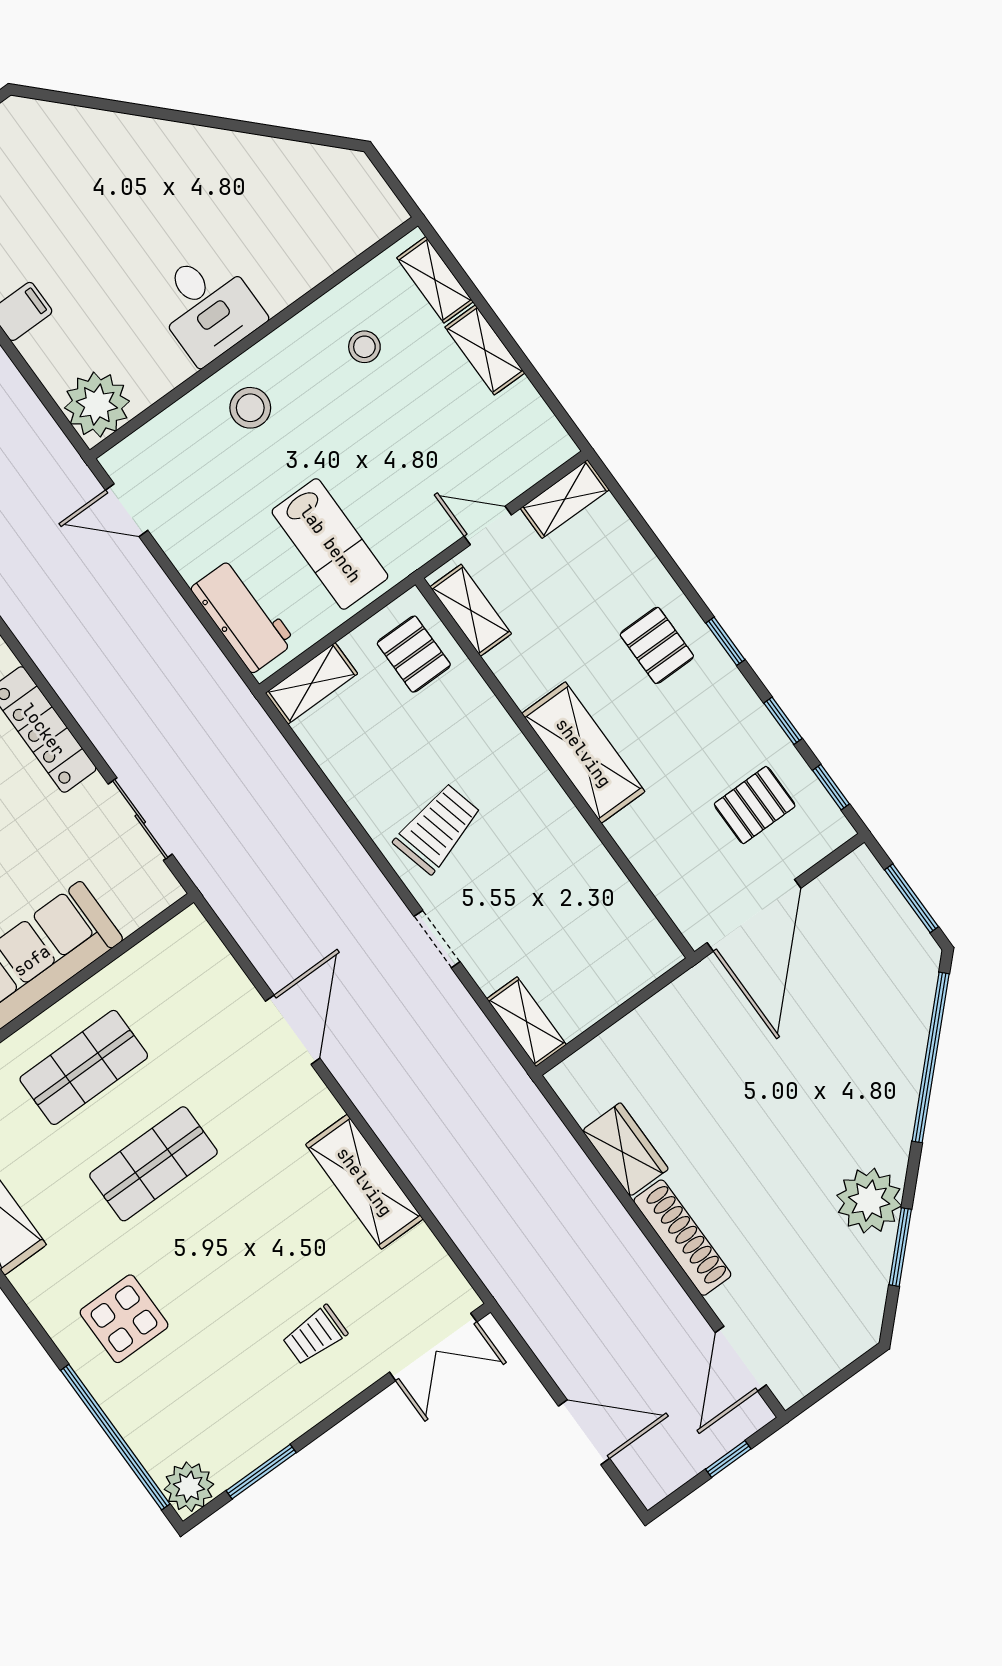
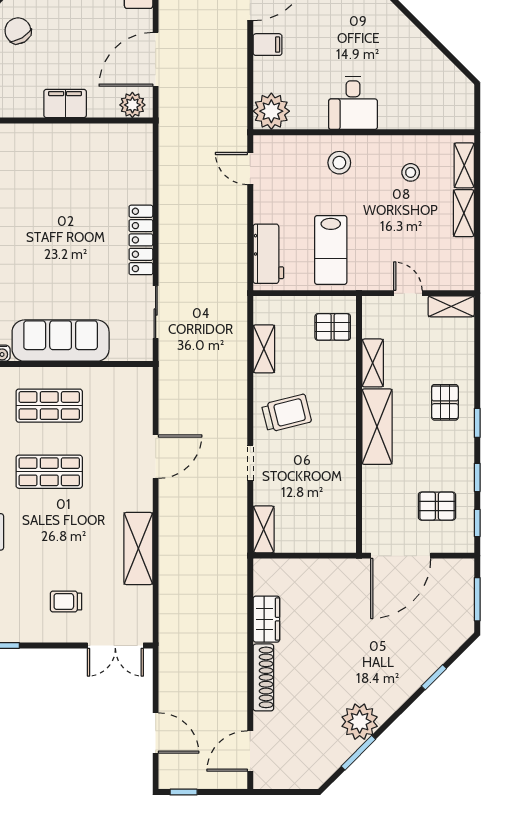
shelving: (471, 610) -> (373, 363), moved
pallet: (414, 654) -> (333, 327), turned 90
shelving: (312, 683) -> (264, 349), moved, turned 90
window: (931, 1057) -> (434, 677), width x0.32
window: (728, 1459) -> (184, 792), moved

